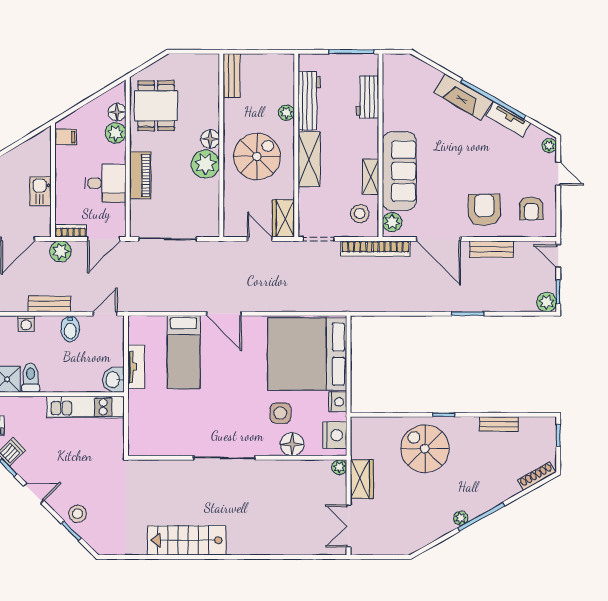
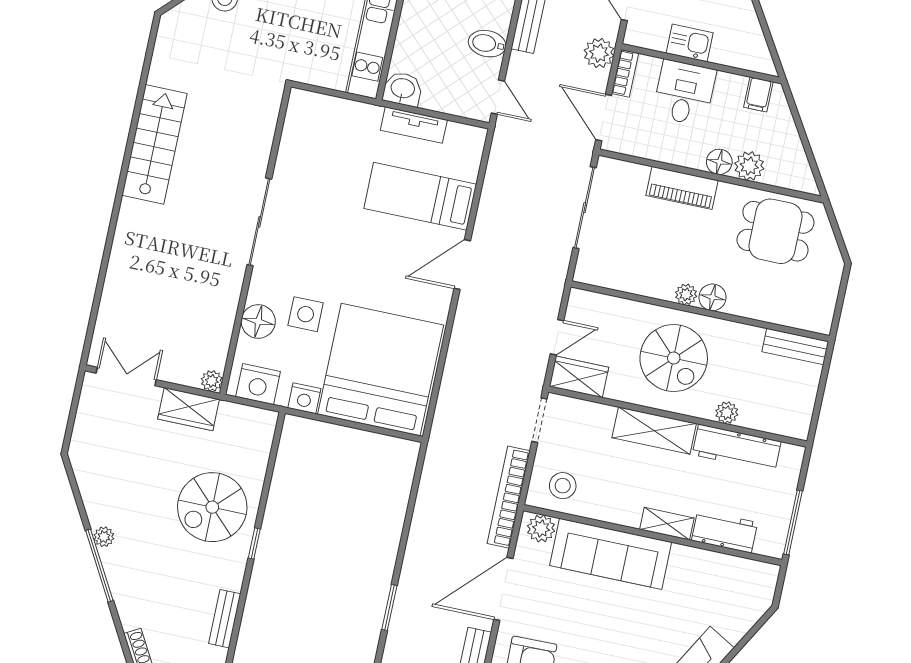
floor lamp: (117, 112) -> (719, 162), moved
plant: (205, 164) -> (686, 294), width x0.53, depth x0.53
shelving: (371, 177) -> (667, 524), moved
desk: (106, 183) -> (684, 93), moved, turned 180
spiral stairs: (425, 449) -> (212, 507), turned 180

